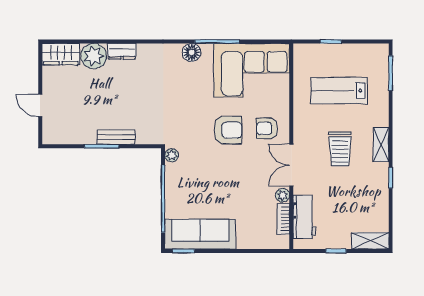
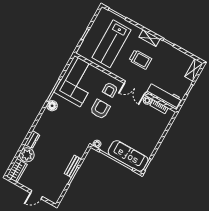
lab bench: (339, 91) -> (111, 44), width x1.36, depth x1.39
workbench: (304, 217) -> (164, 96), width x1.38
sofa: (200, 234) -> (128, 156), moved, turned 90

